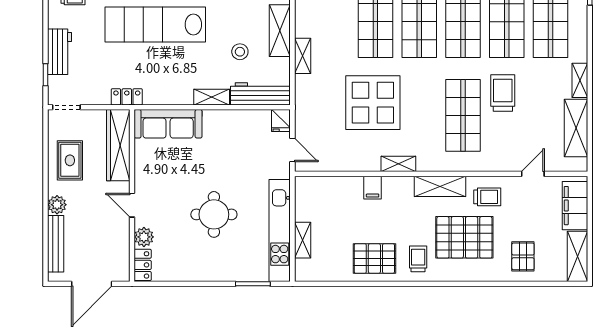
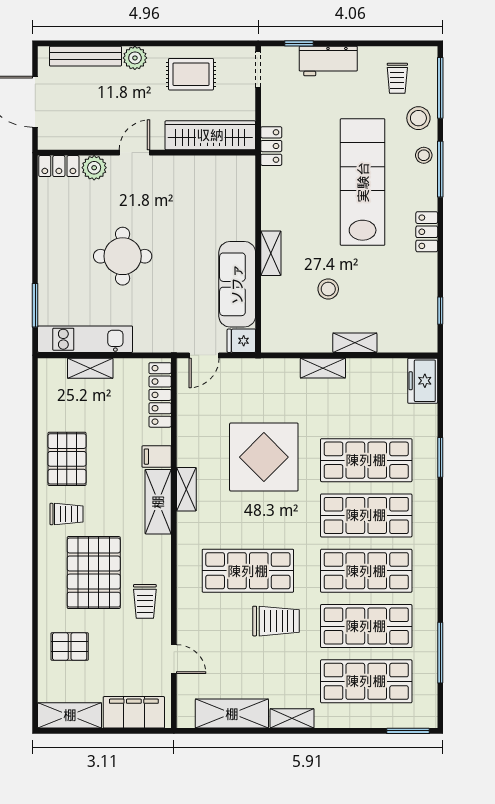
shelving: (280, 31) -> (355, 343), width x0.67, depth x0.75
workbench: (260, 94) -> (275, 315), removed
sofa: (168, 124) -> (237, 284), moved
locker: (324, 185) -> (160, 395), added
shelving: (440, 186) -> (158, 502), moved
kitchen unit: (280, 231) -> (85, 339), width x0.73

